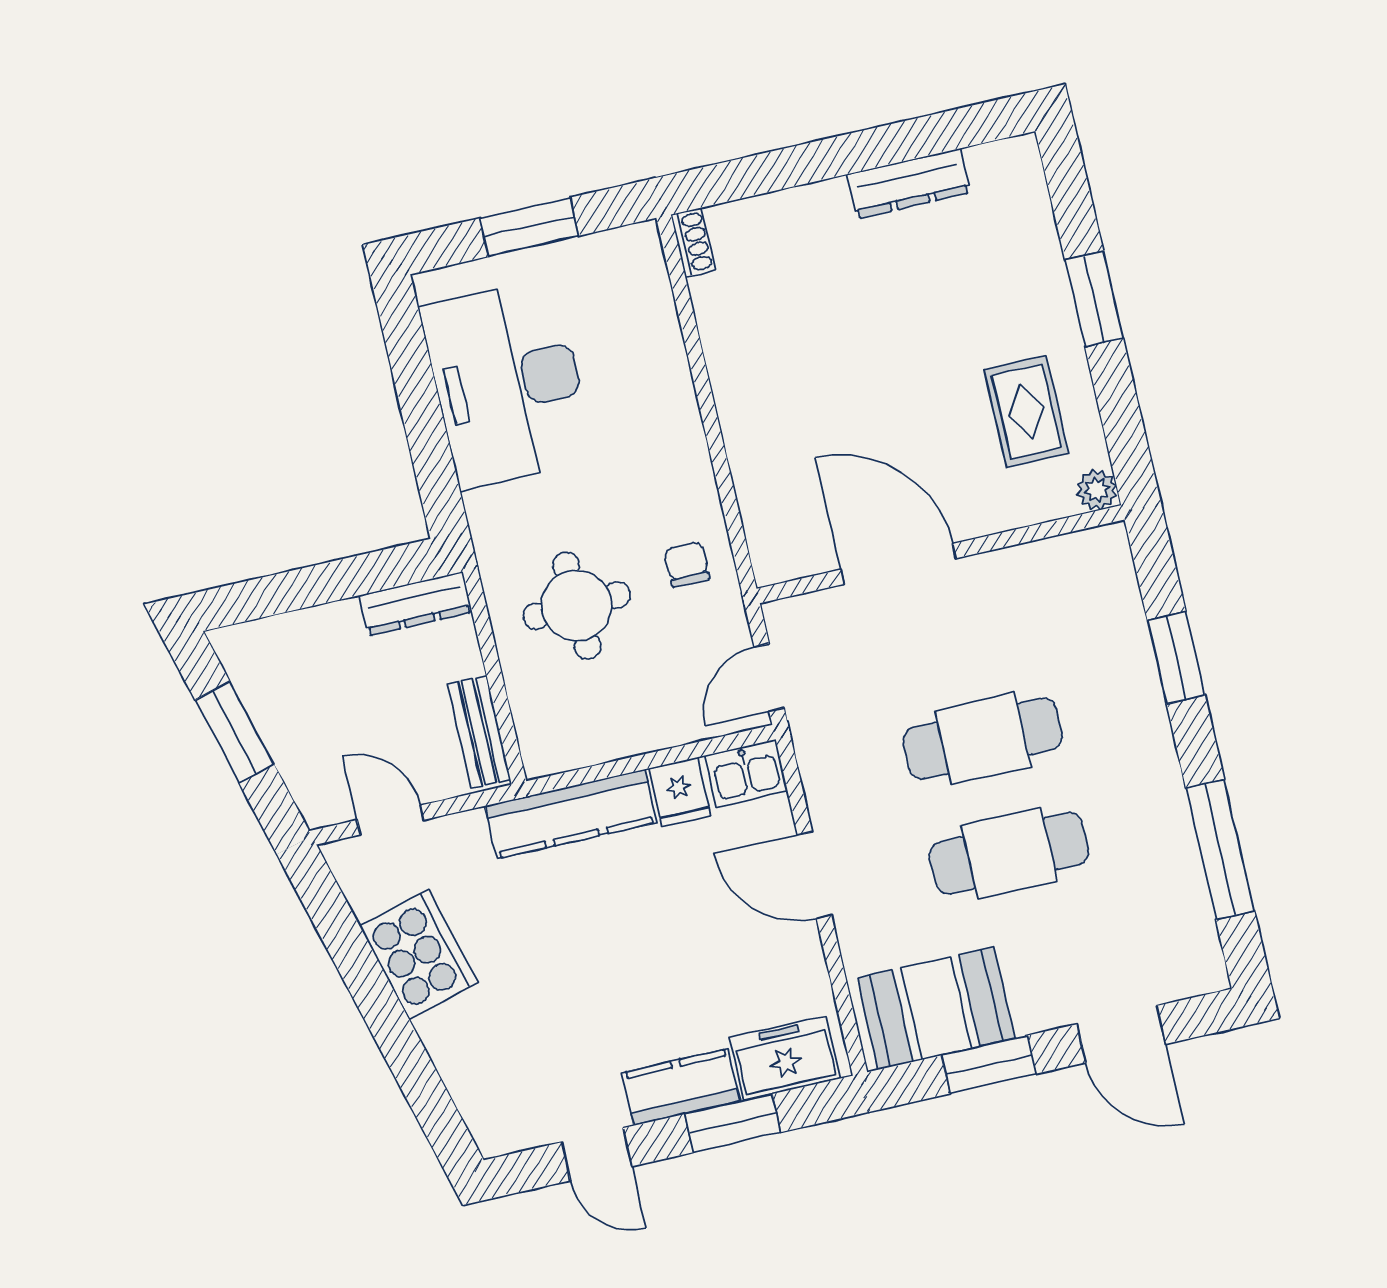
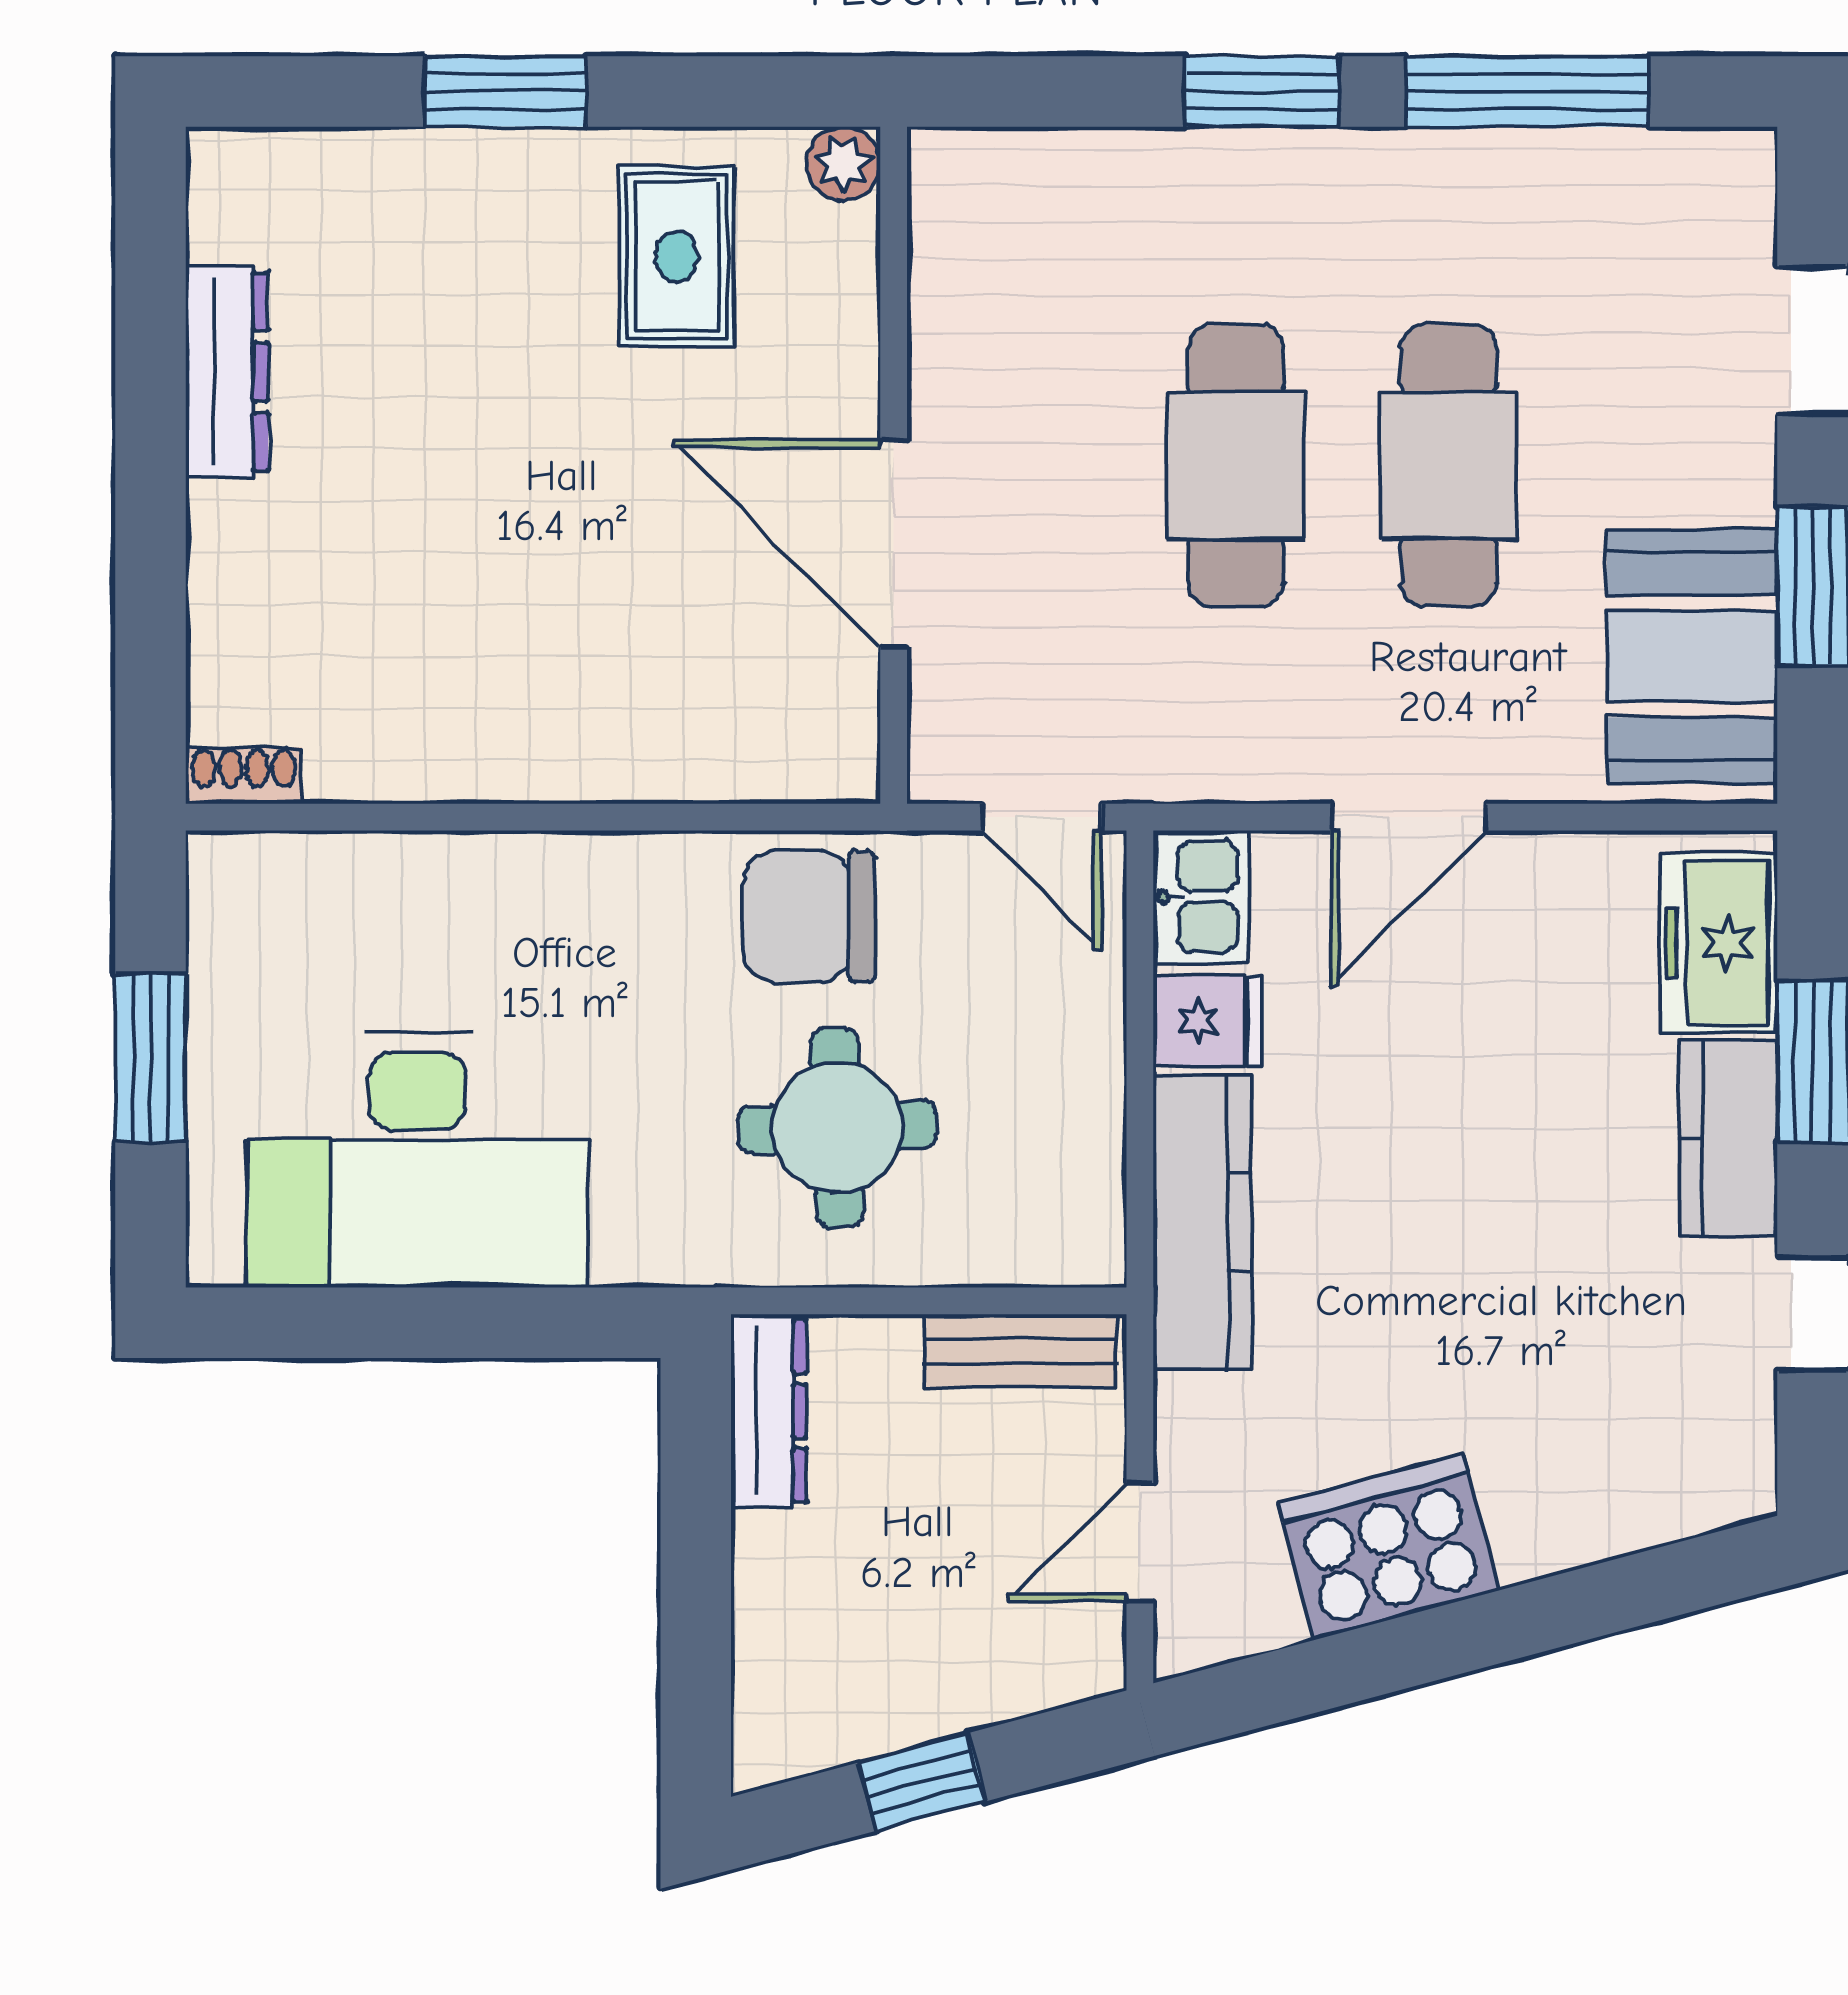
rug: (1026, 411) -> (677, 256), turned 90
chair: (687, 564) -> (809, 917), width x1.87, depth x1.87
door: (898, 564) -> (894, 543), hinge flipped
window: (1176, 658) -> (1262, 92), moved
window: (234, 732) -> (922, 1782), width x0.67

